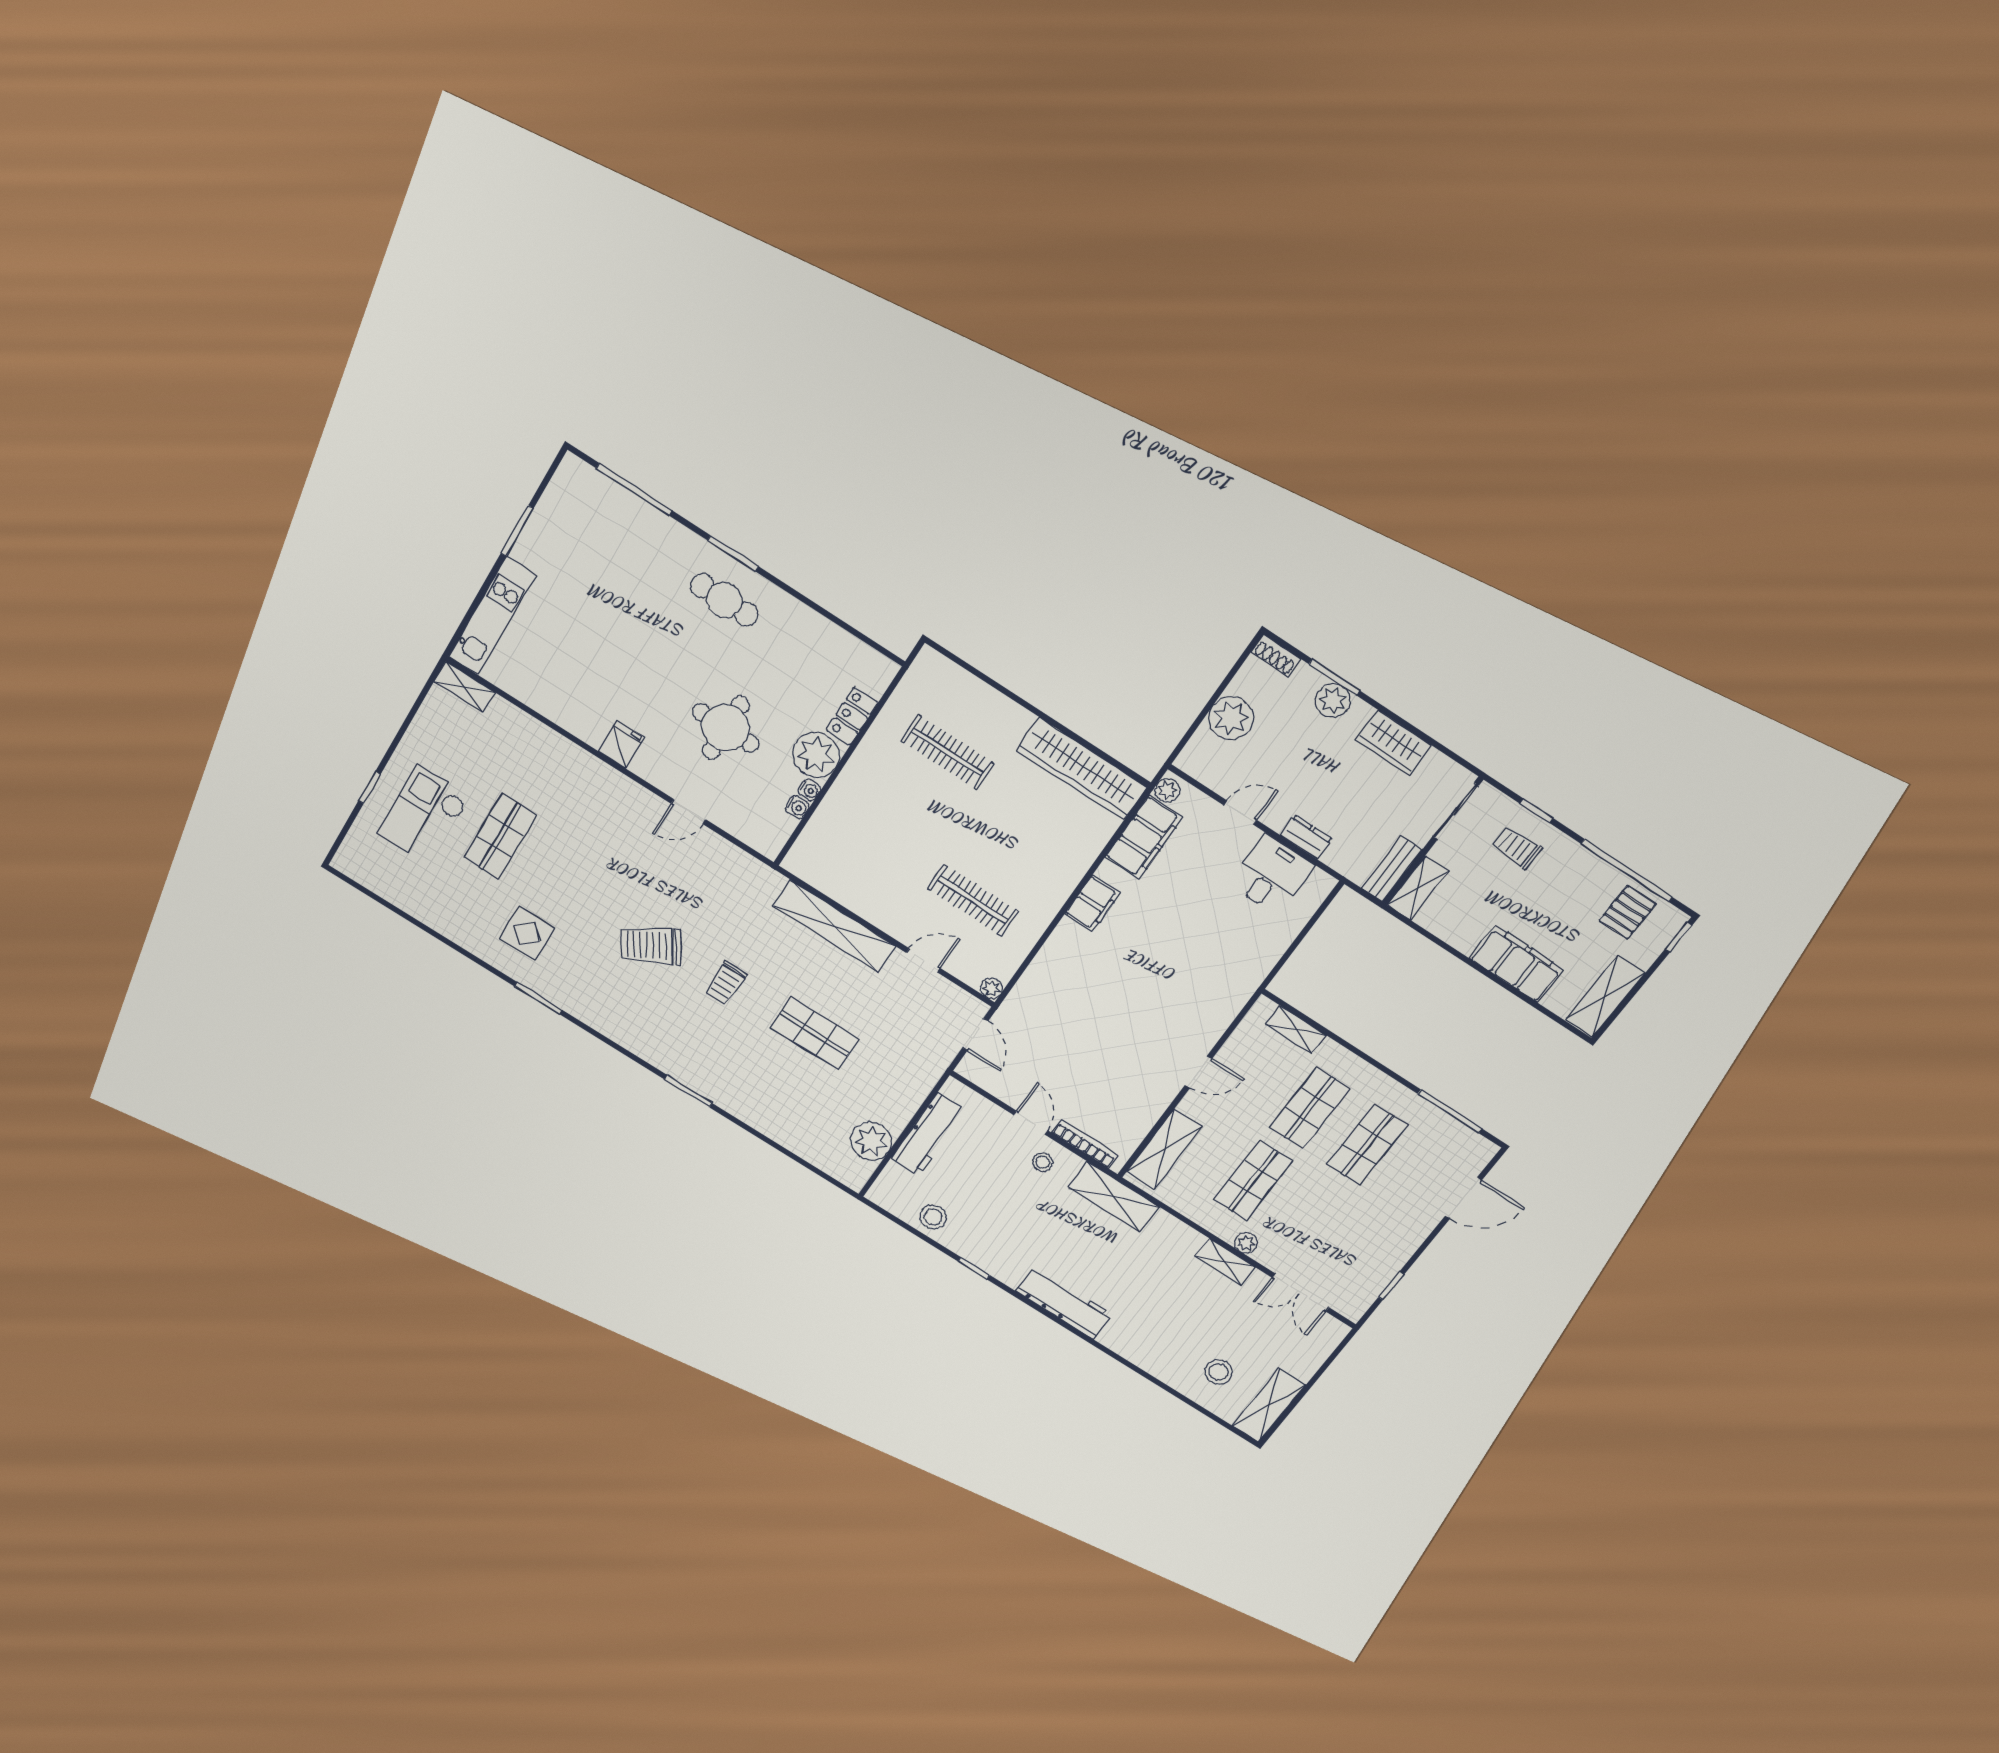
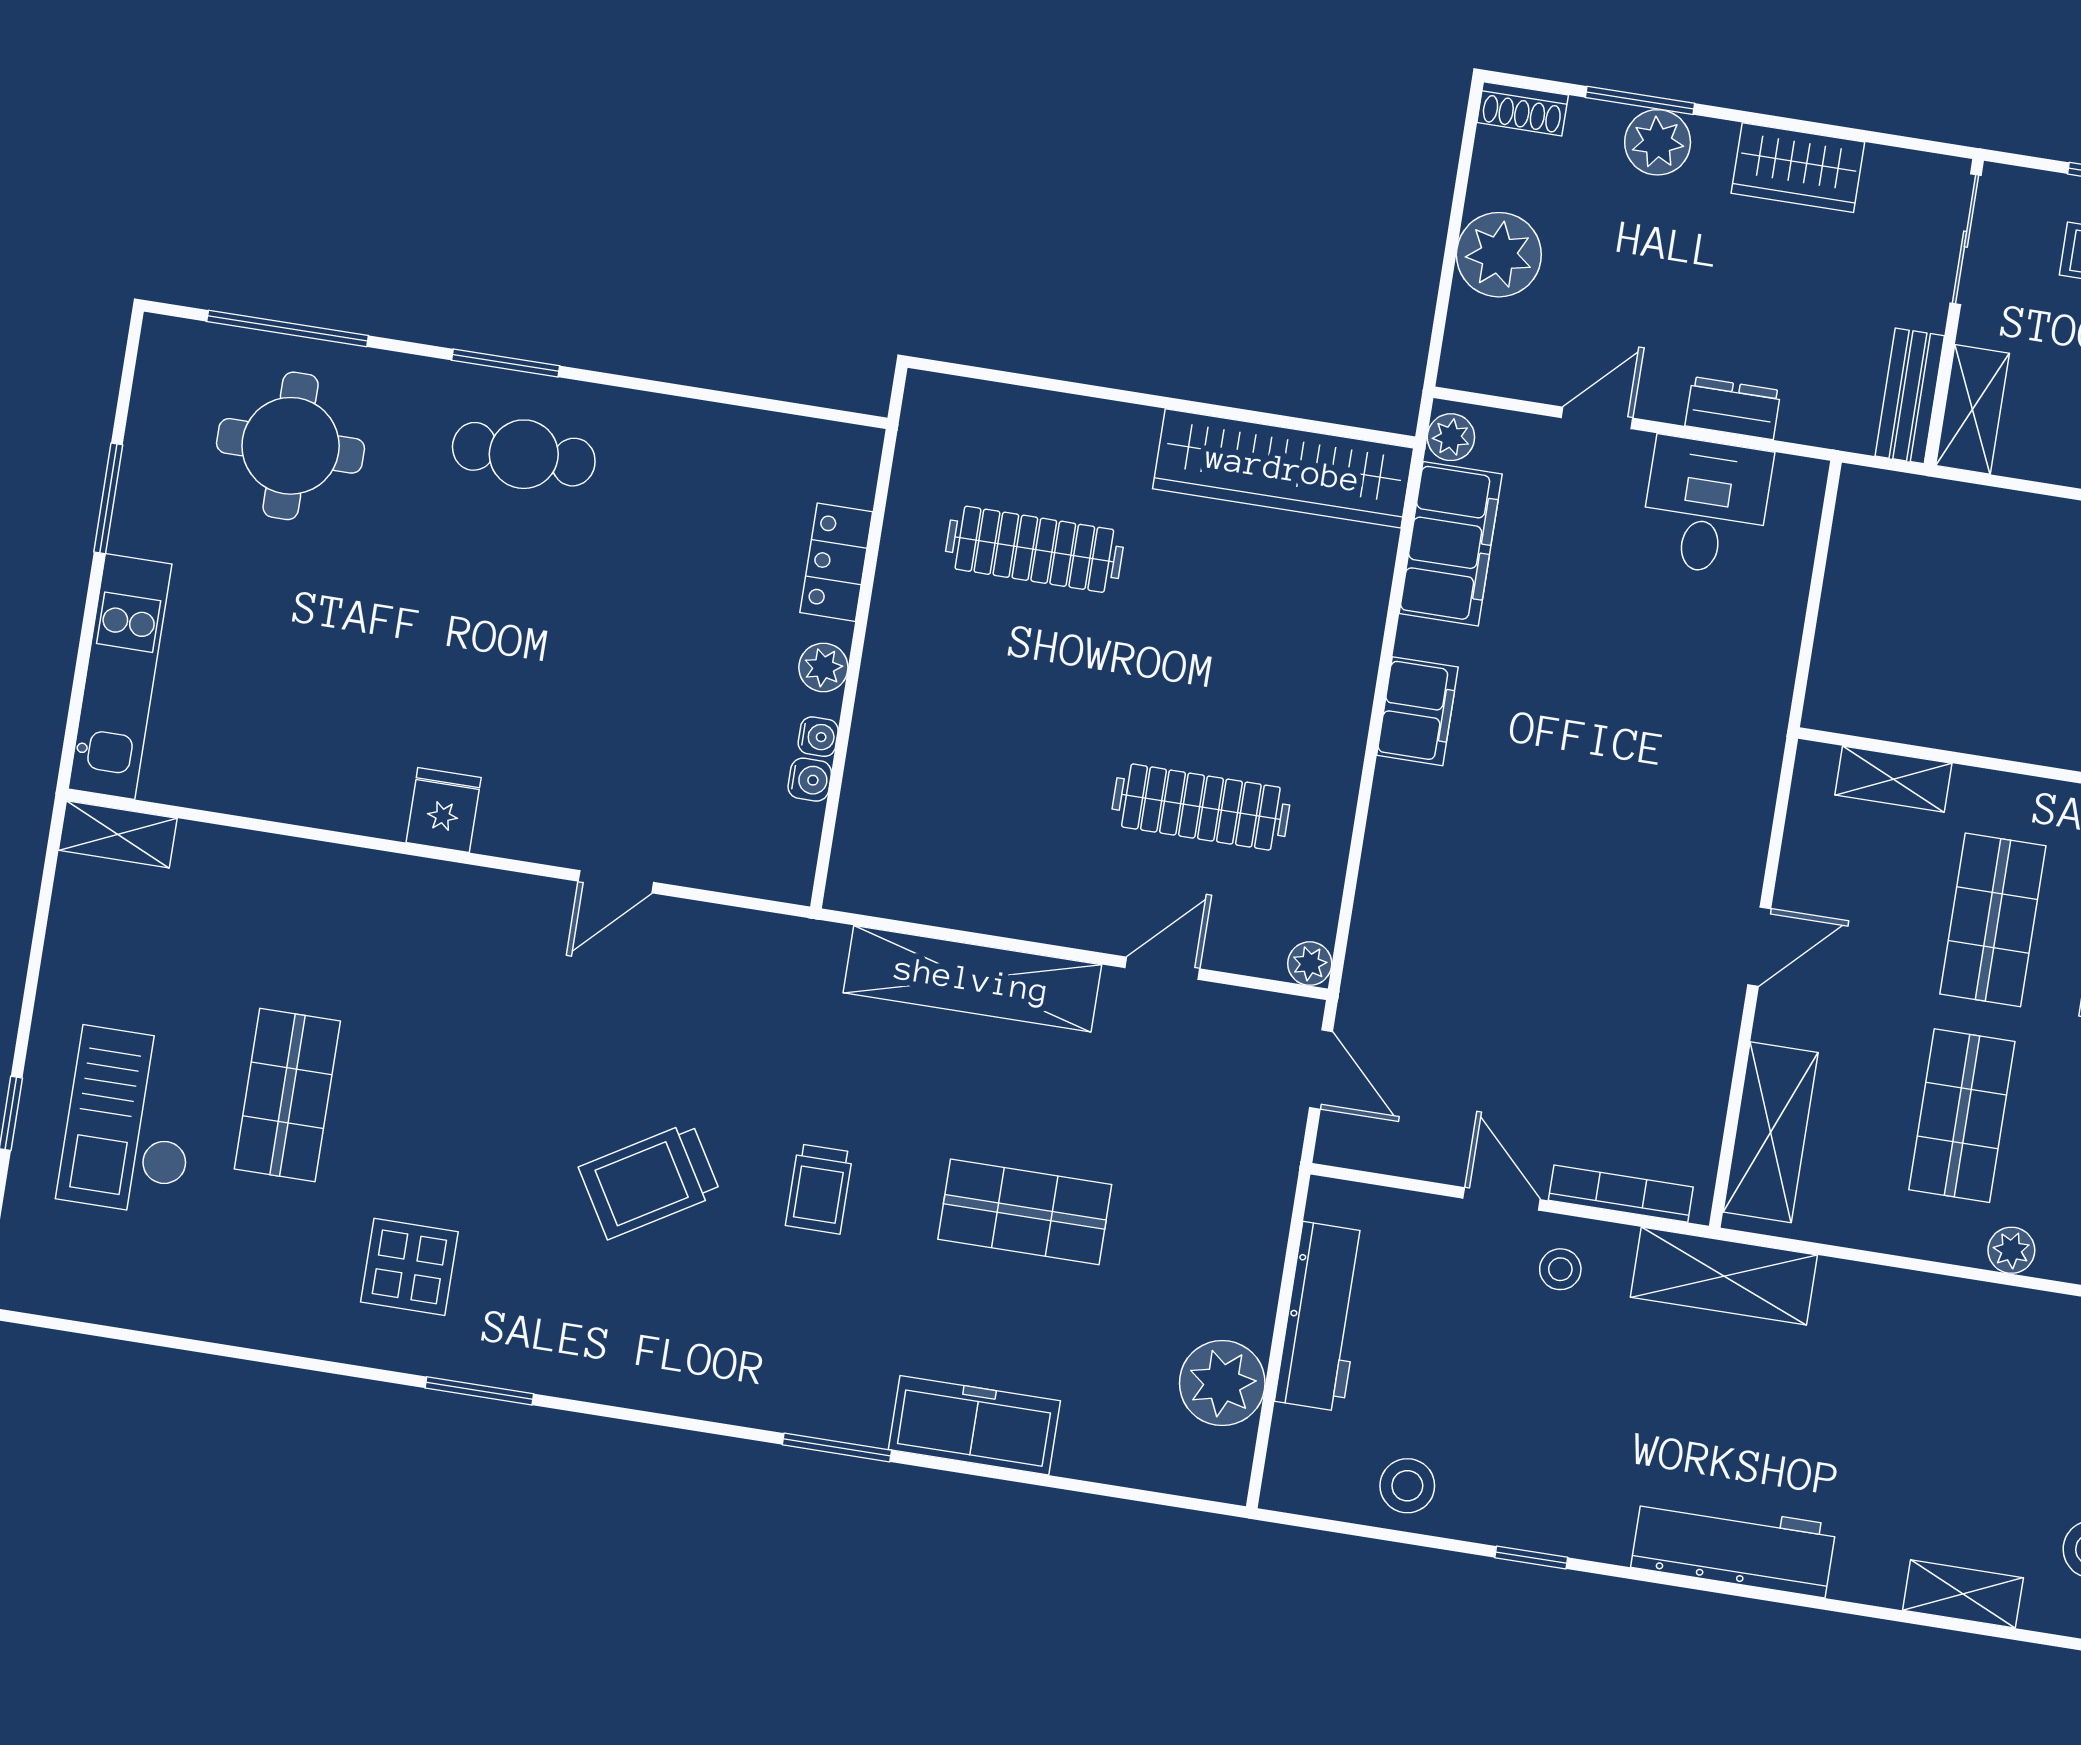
round table: (726, 728) -> (291, 446), moved
plant: (816, 755) -> (823, 667), width x0.53, depth x0.53
freezer: (753, 1109) -> (974, 1425), added
shelving: (1225, 1262) -> (1963, 1594), moved

